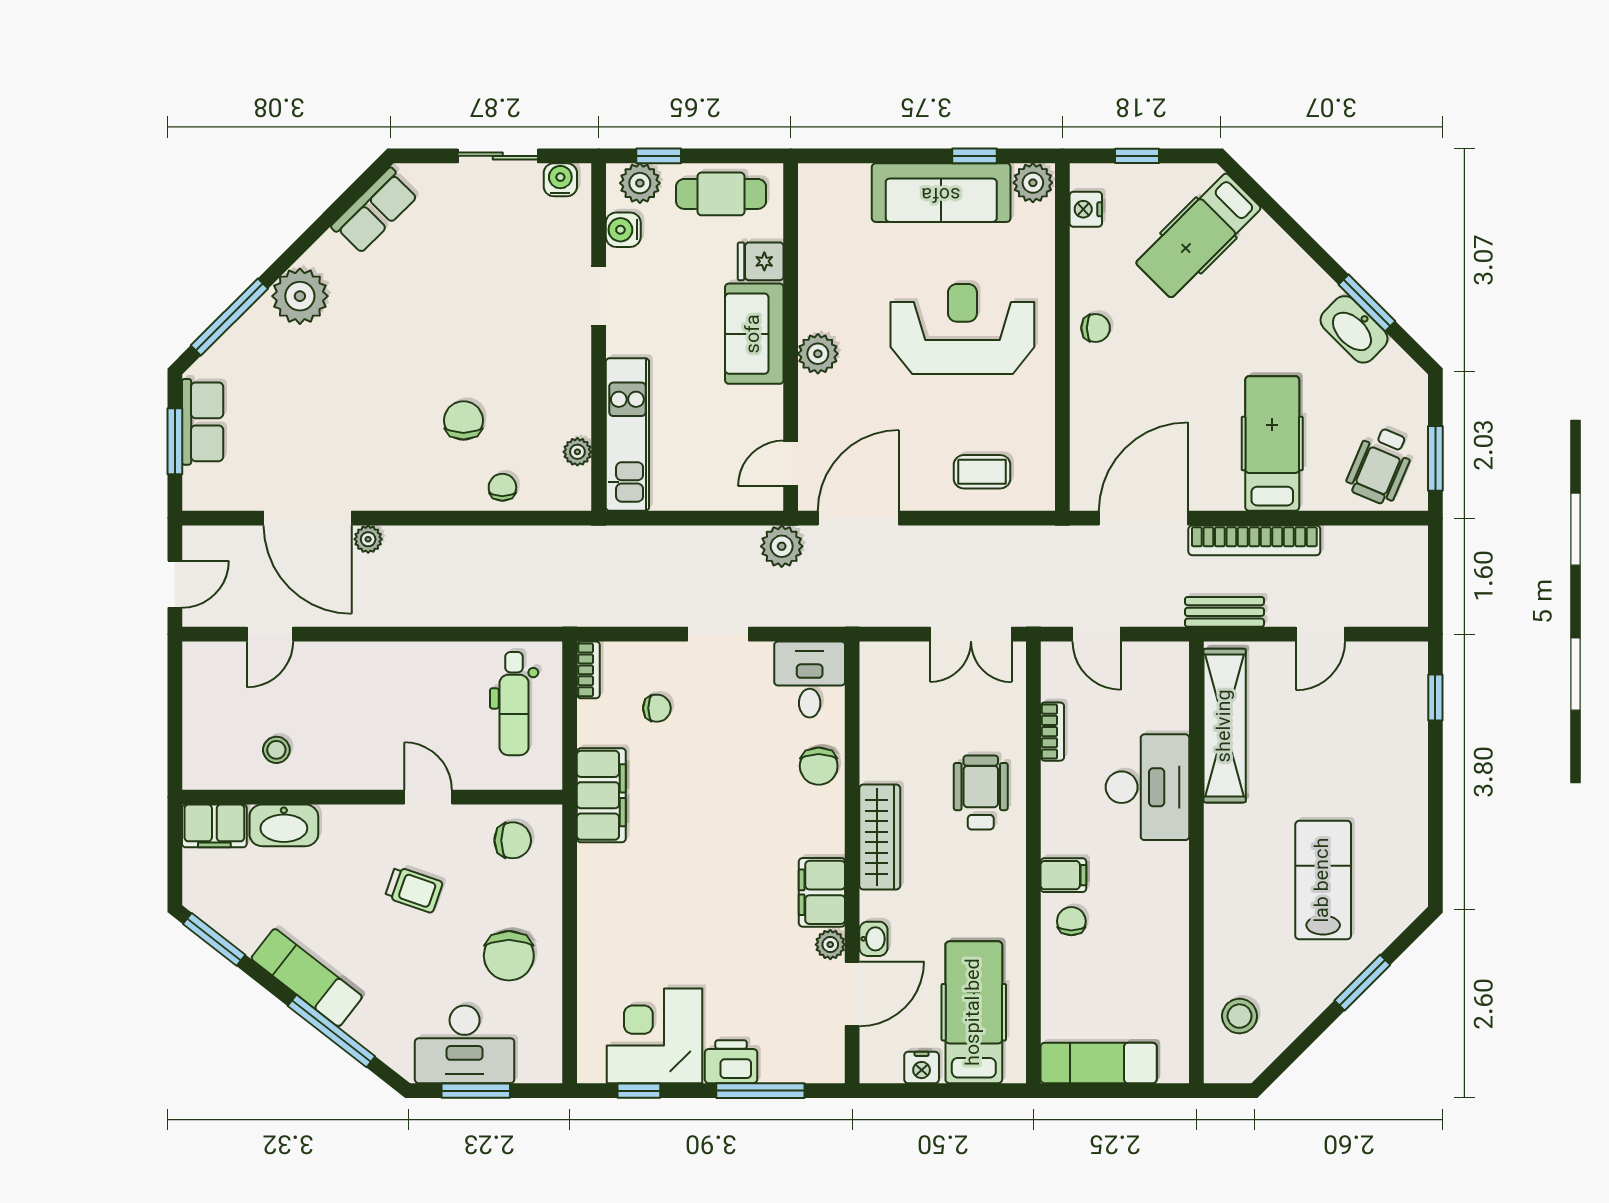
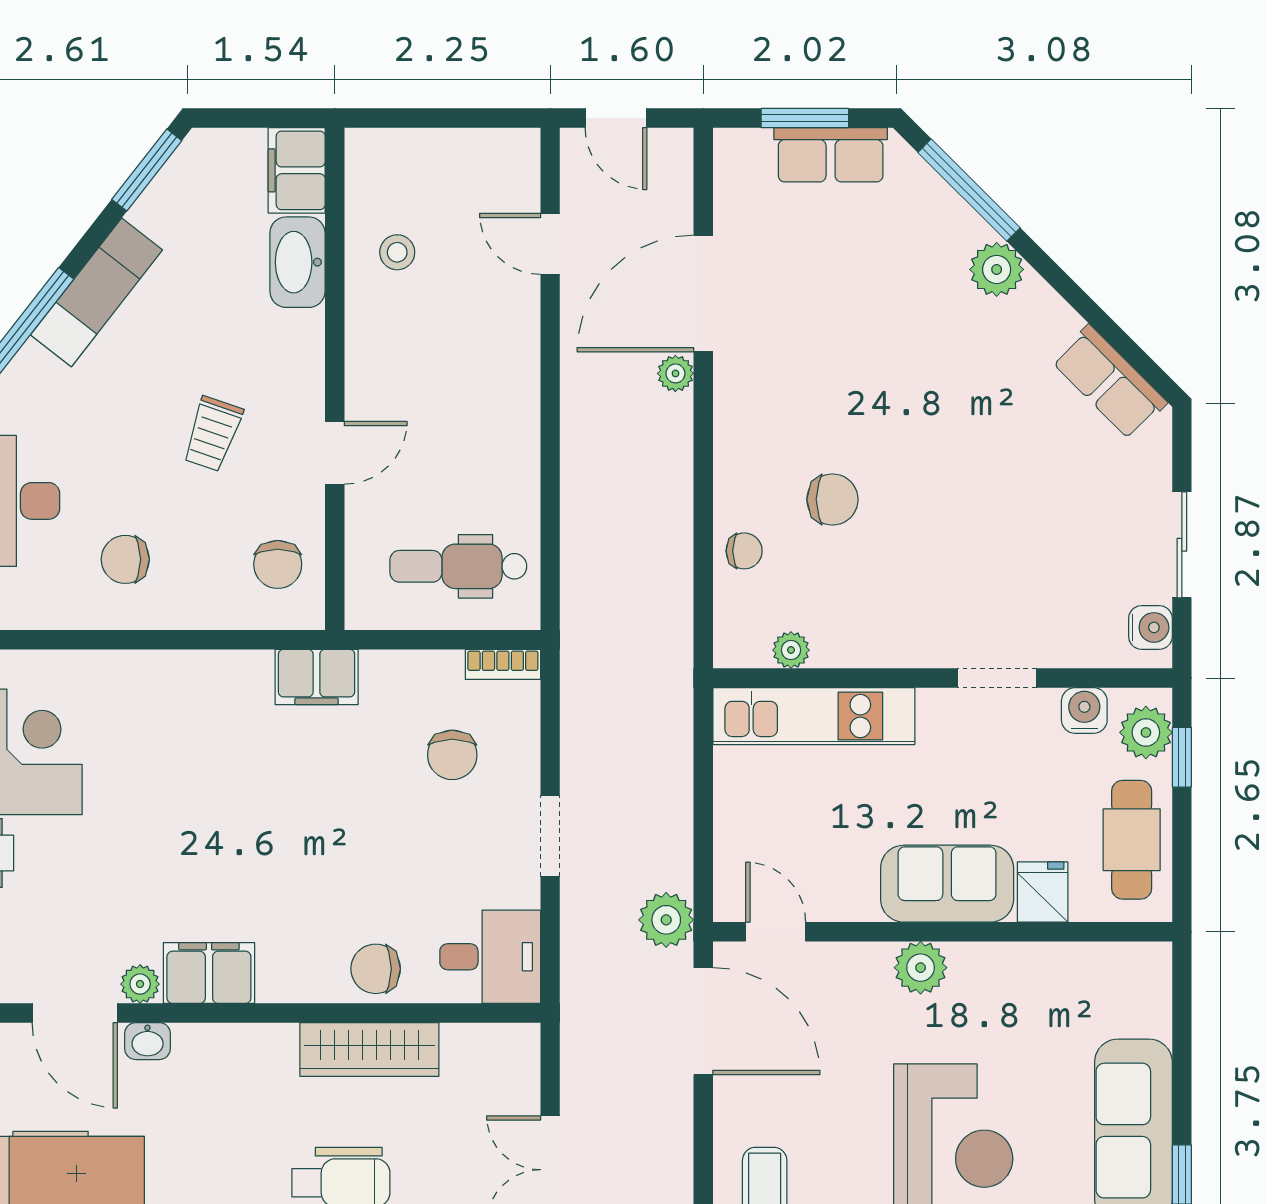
plant: (300, 296) -> (997, 269), width x0.73, depth x0.73
chair: (657, 708) -> (452, 755), width x1.37, depth x1.37
filing cabinet: (601, 795) -> (317, 677), width x0.67, depth x0.86
wardrobe: (880, 837) -> (369, 1049), moved
chair: (509, 956) -> (125, 559), width x0.73, depth x0.73

